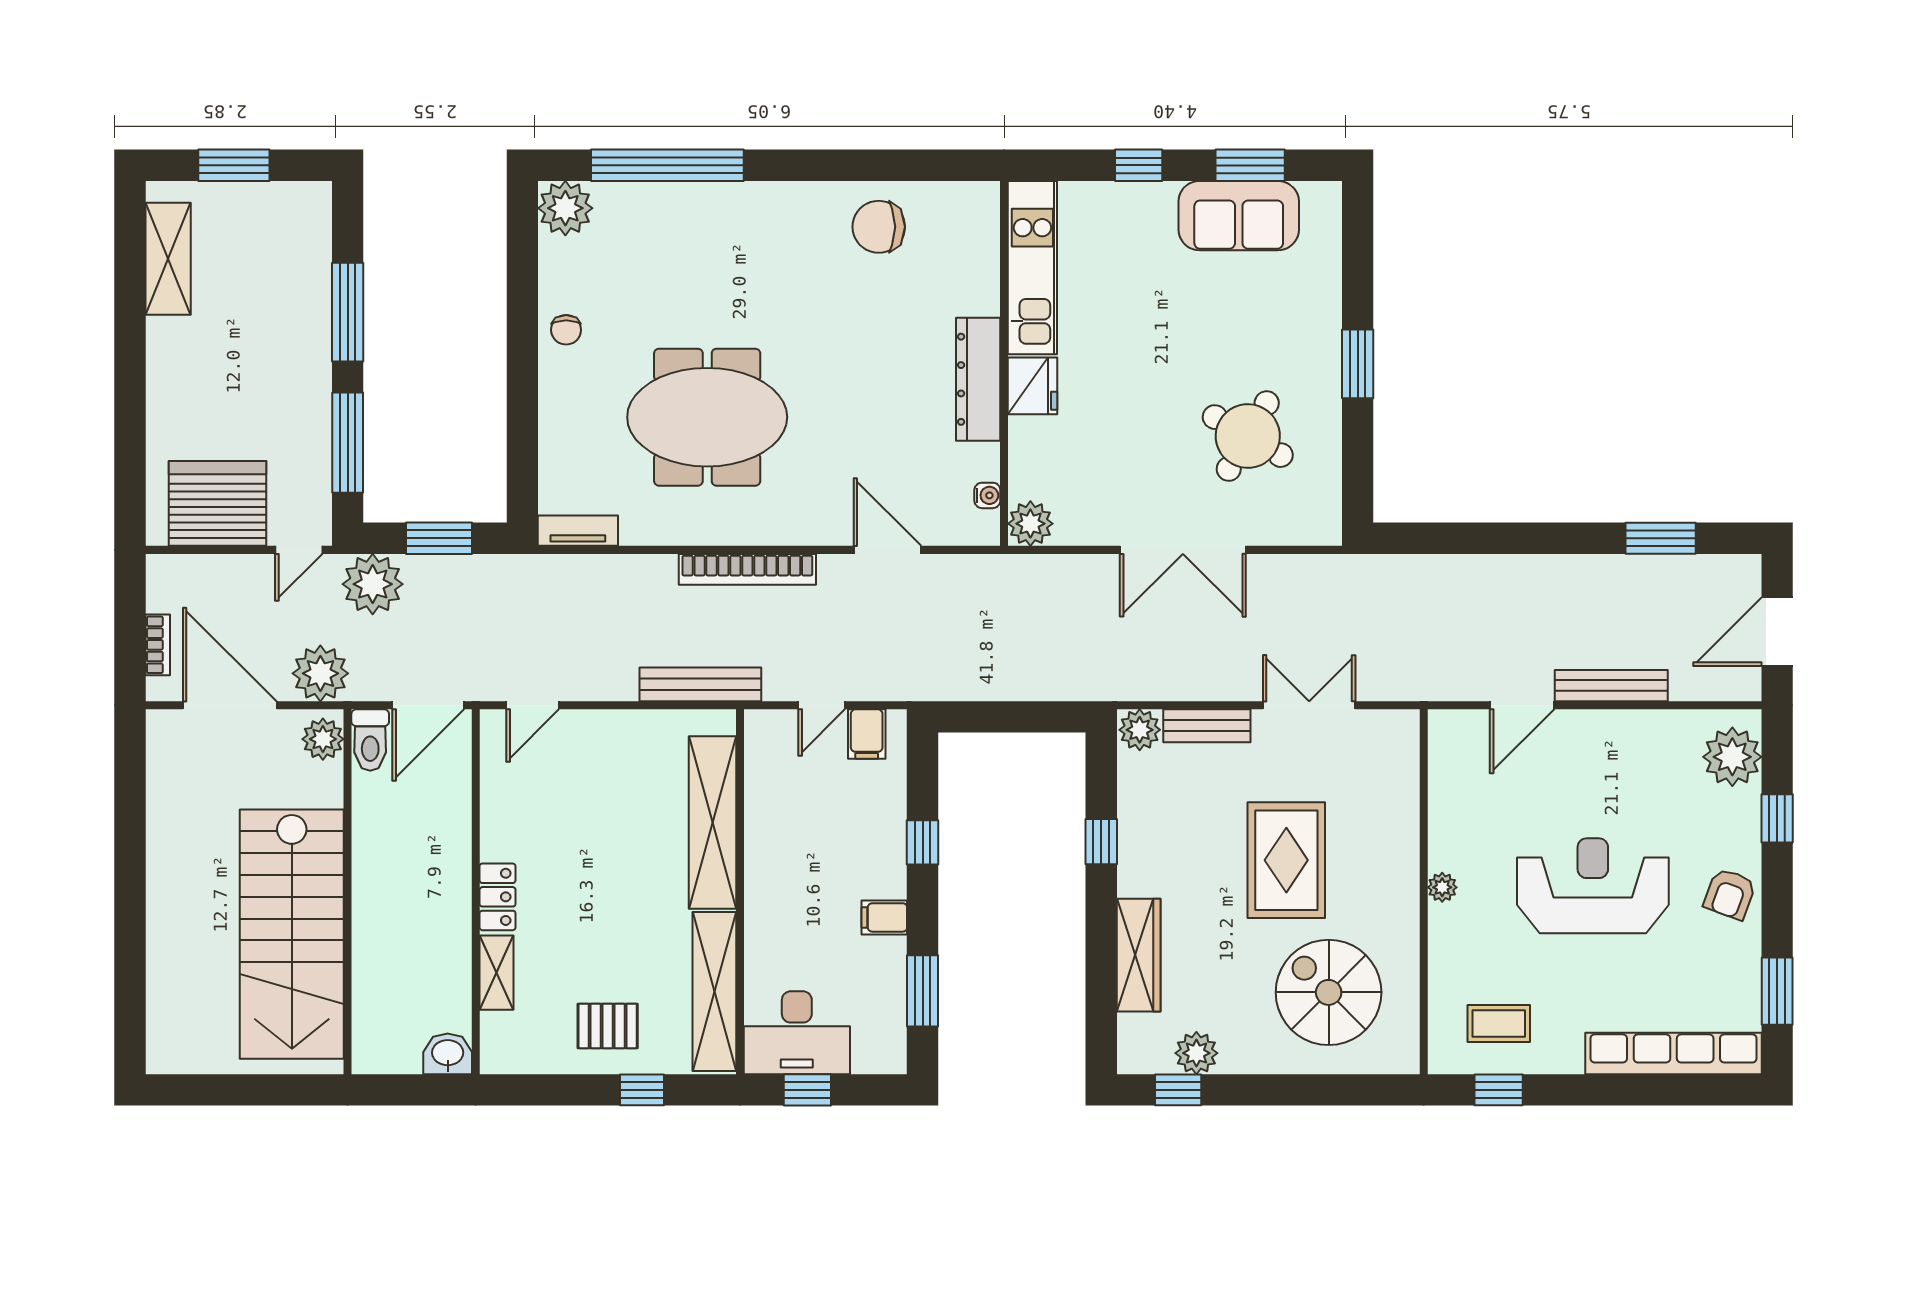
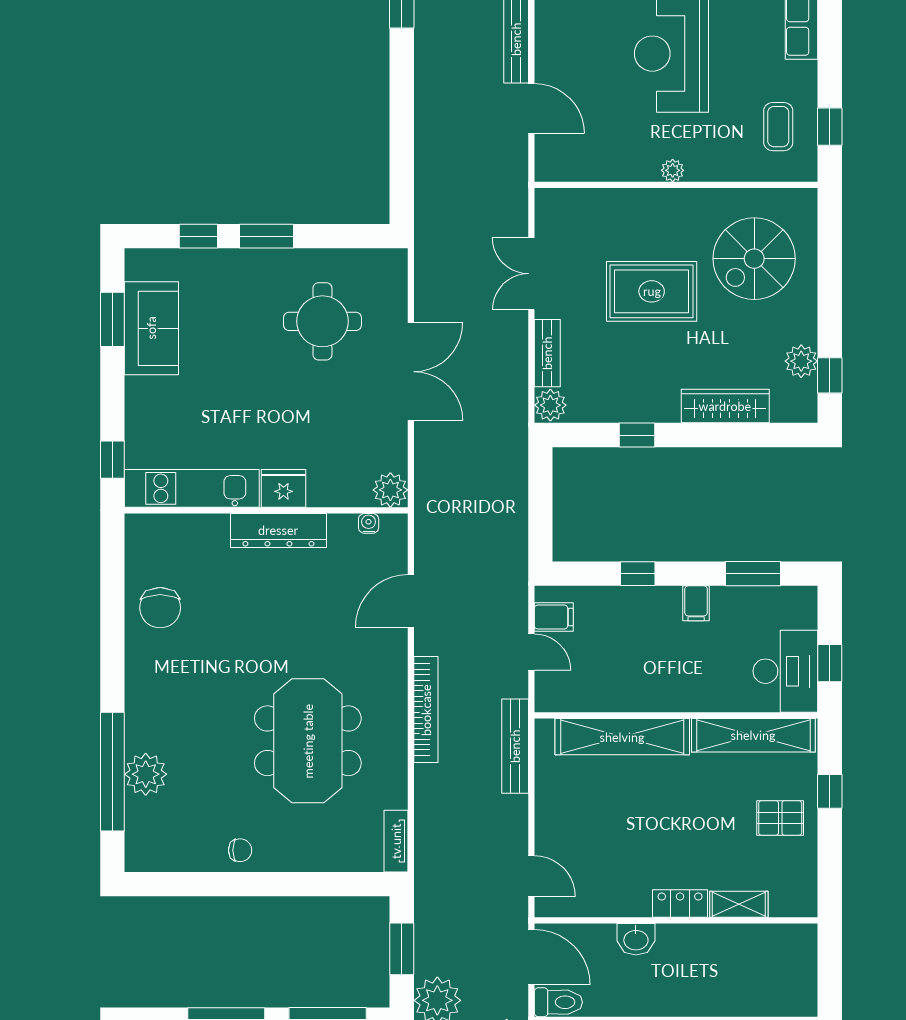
window: (1139, 165) -> (112, 460), moved
plant: (565, 208) -> (146, 774), moved
window: (1358, 276) -> (198, 236), added
round table: (1248, 436) -> (322, 321), turned -30
pallet: (608, 1026) -> (780, 818), turned 90
washbasin: (448, 1054) -> (636, 939), moved, turned -90

